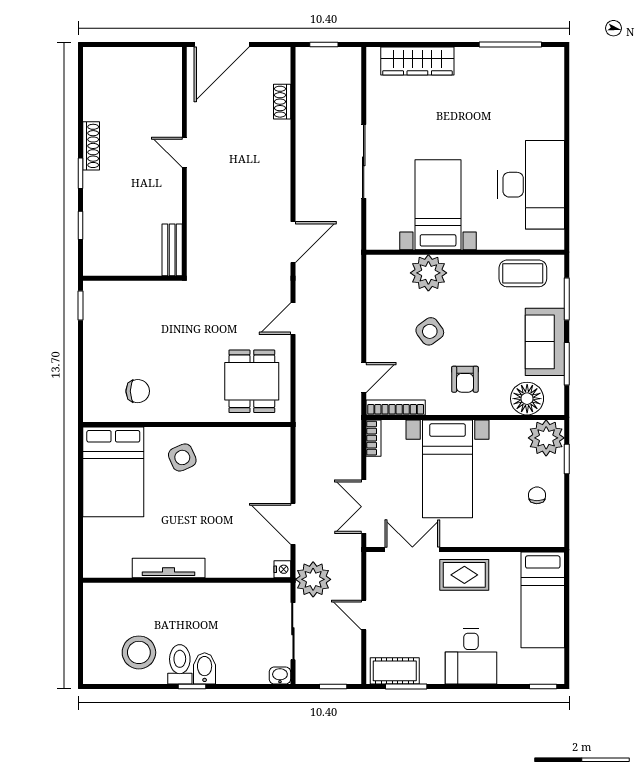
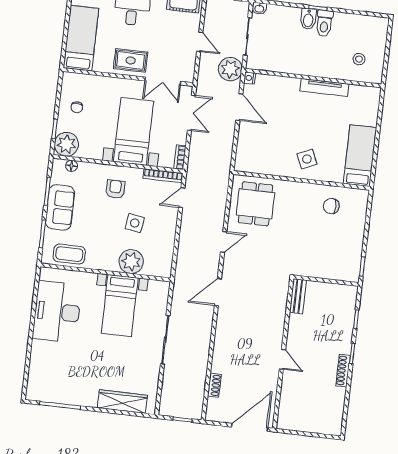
side table: (430, 331) -> (135, 223), turned 45
floor lamp: (527, 399) -> (72, 166), width x0.53, depth x0.53
bed: (113, 472) -> (360, 156), width x0.67
stool: (139, 652) -> (359, 59), moved, width x0.53, depth x0.53

